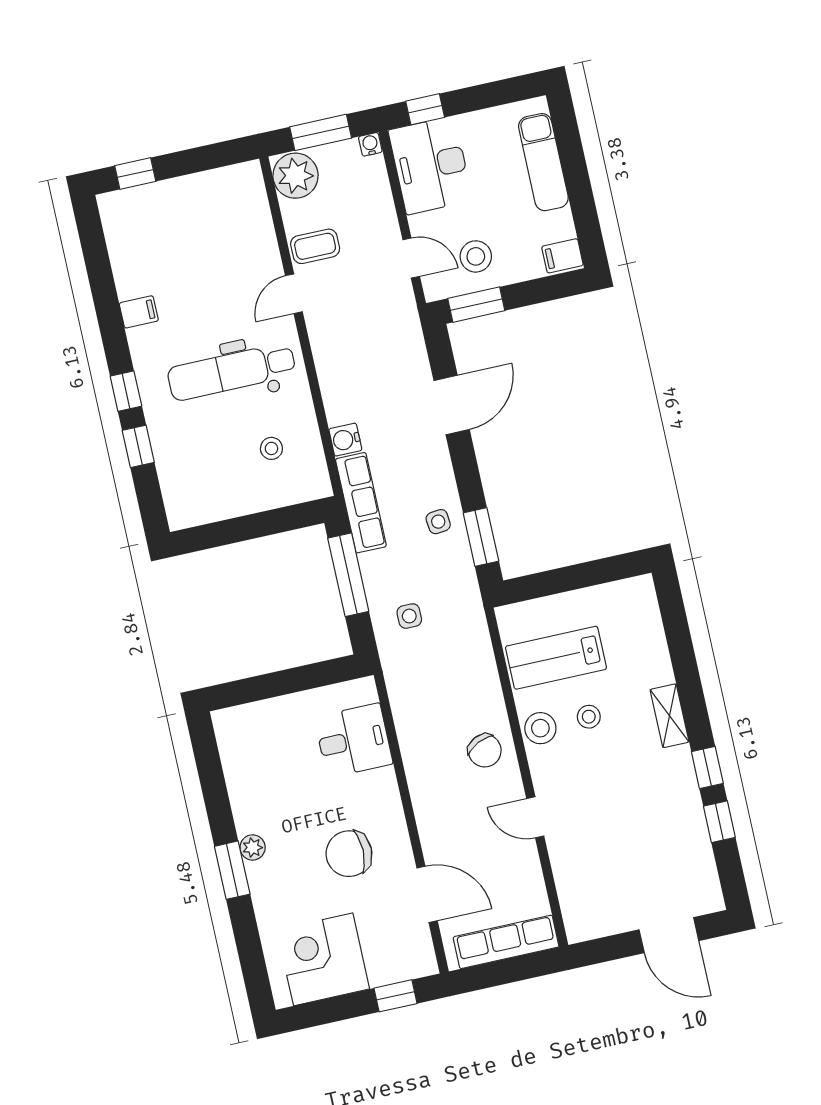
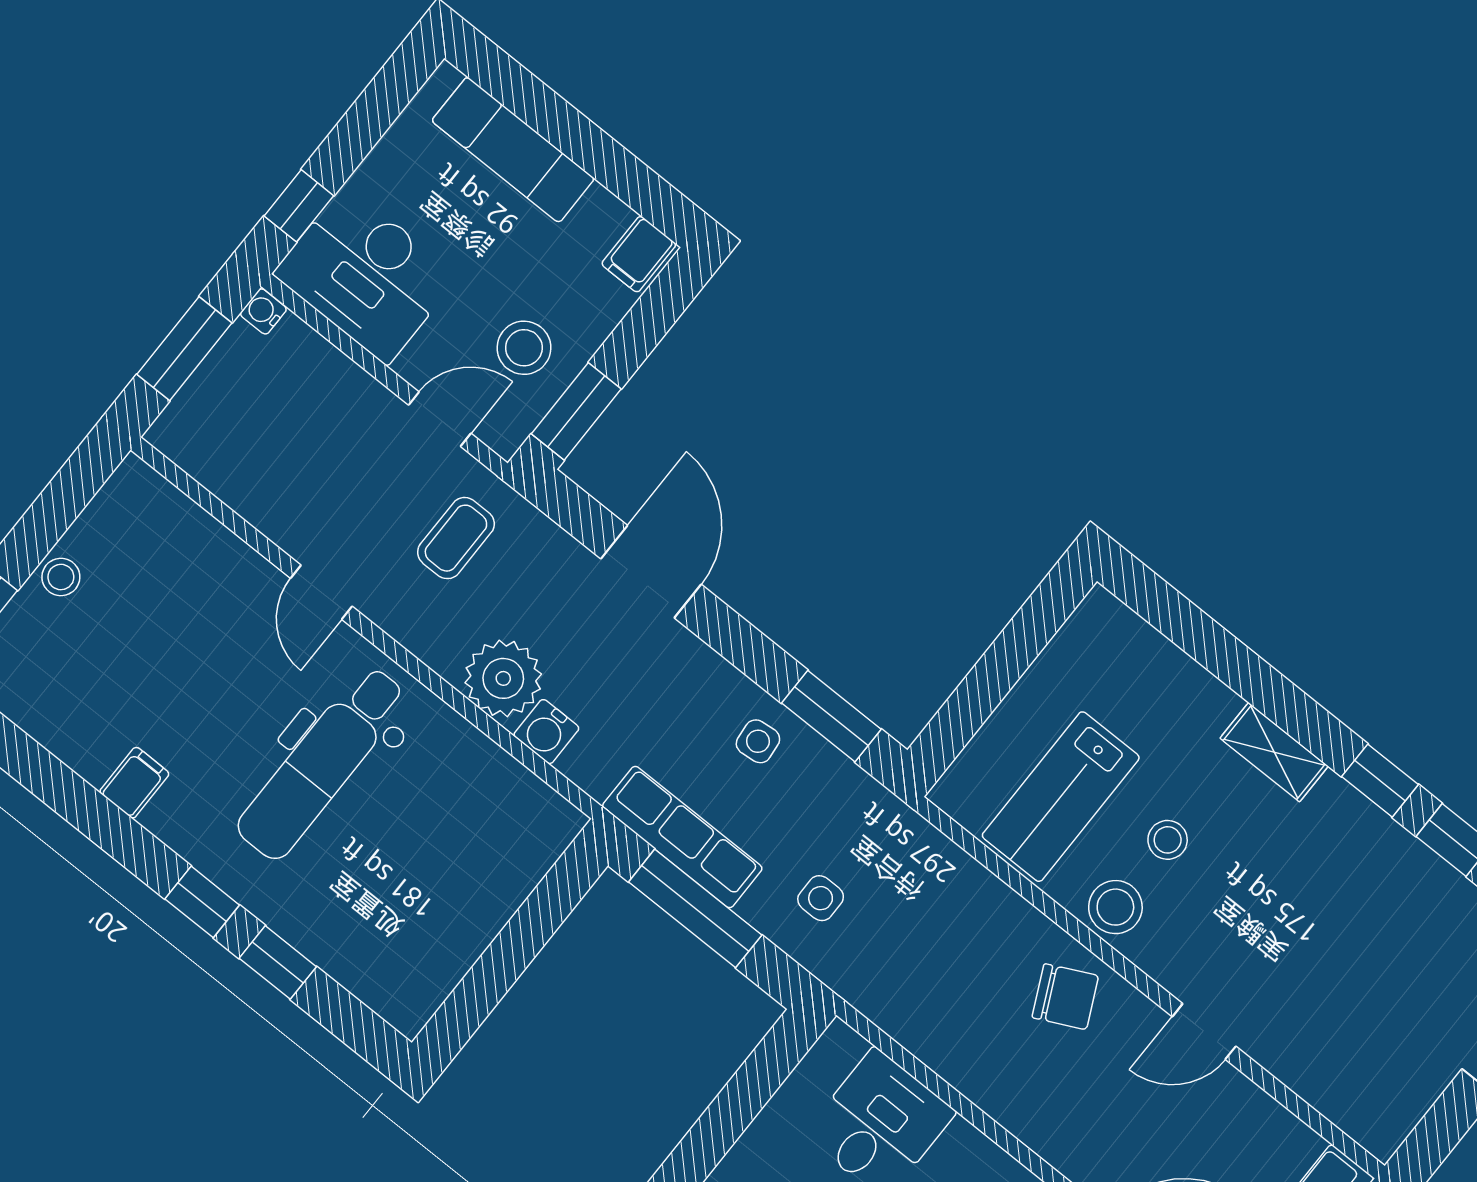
plant: (296, 176) -> (503, 678), moved
coffee table: (315, 246) -> (456, 538), moved
stool: (271, 448) -> (61, 577), moved
row of seats: (361, 503) -> (682, 837), moved

